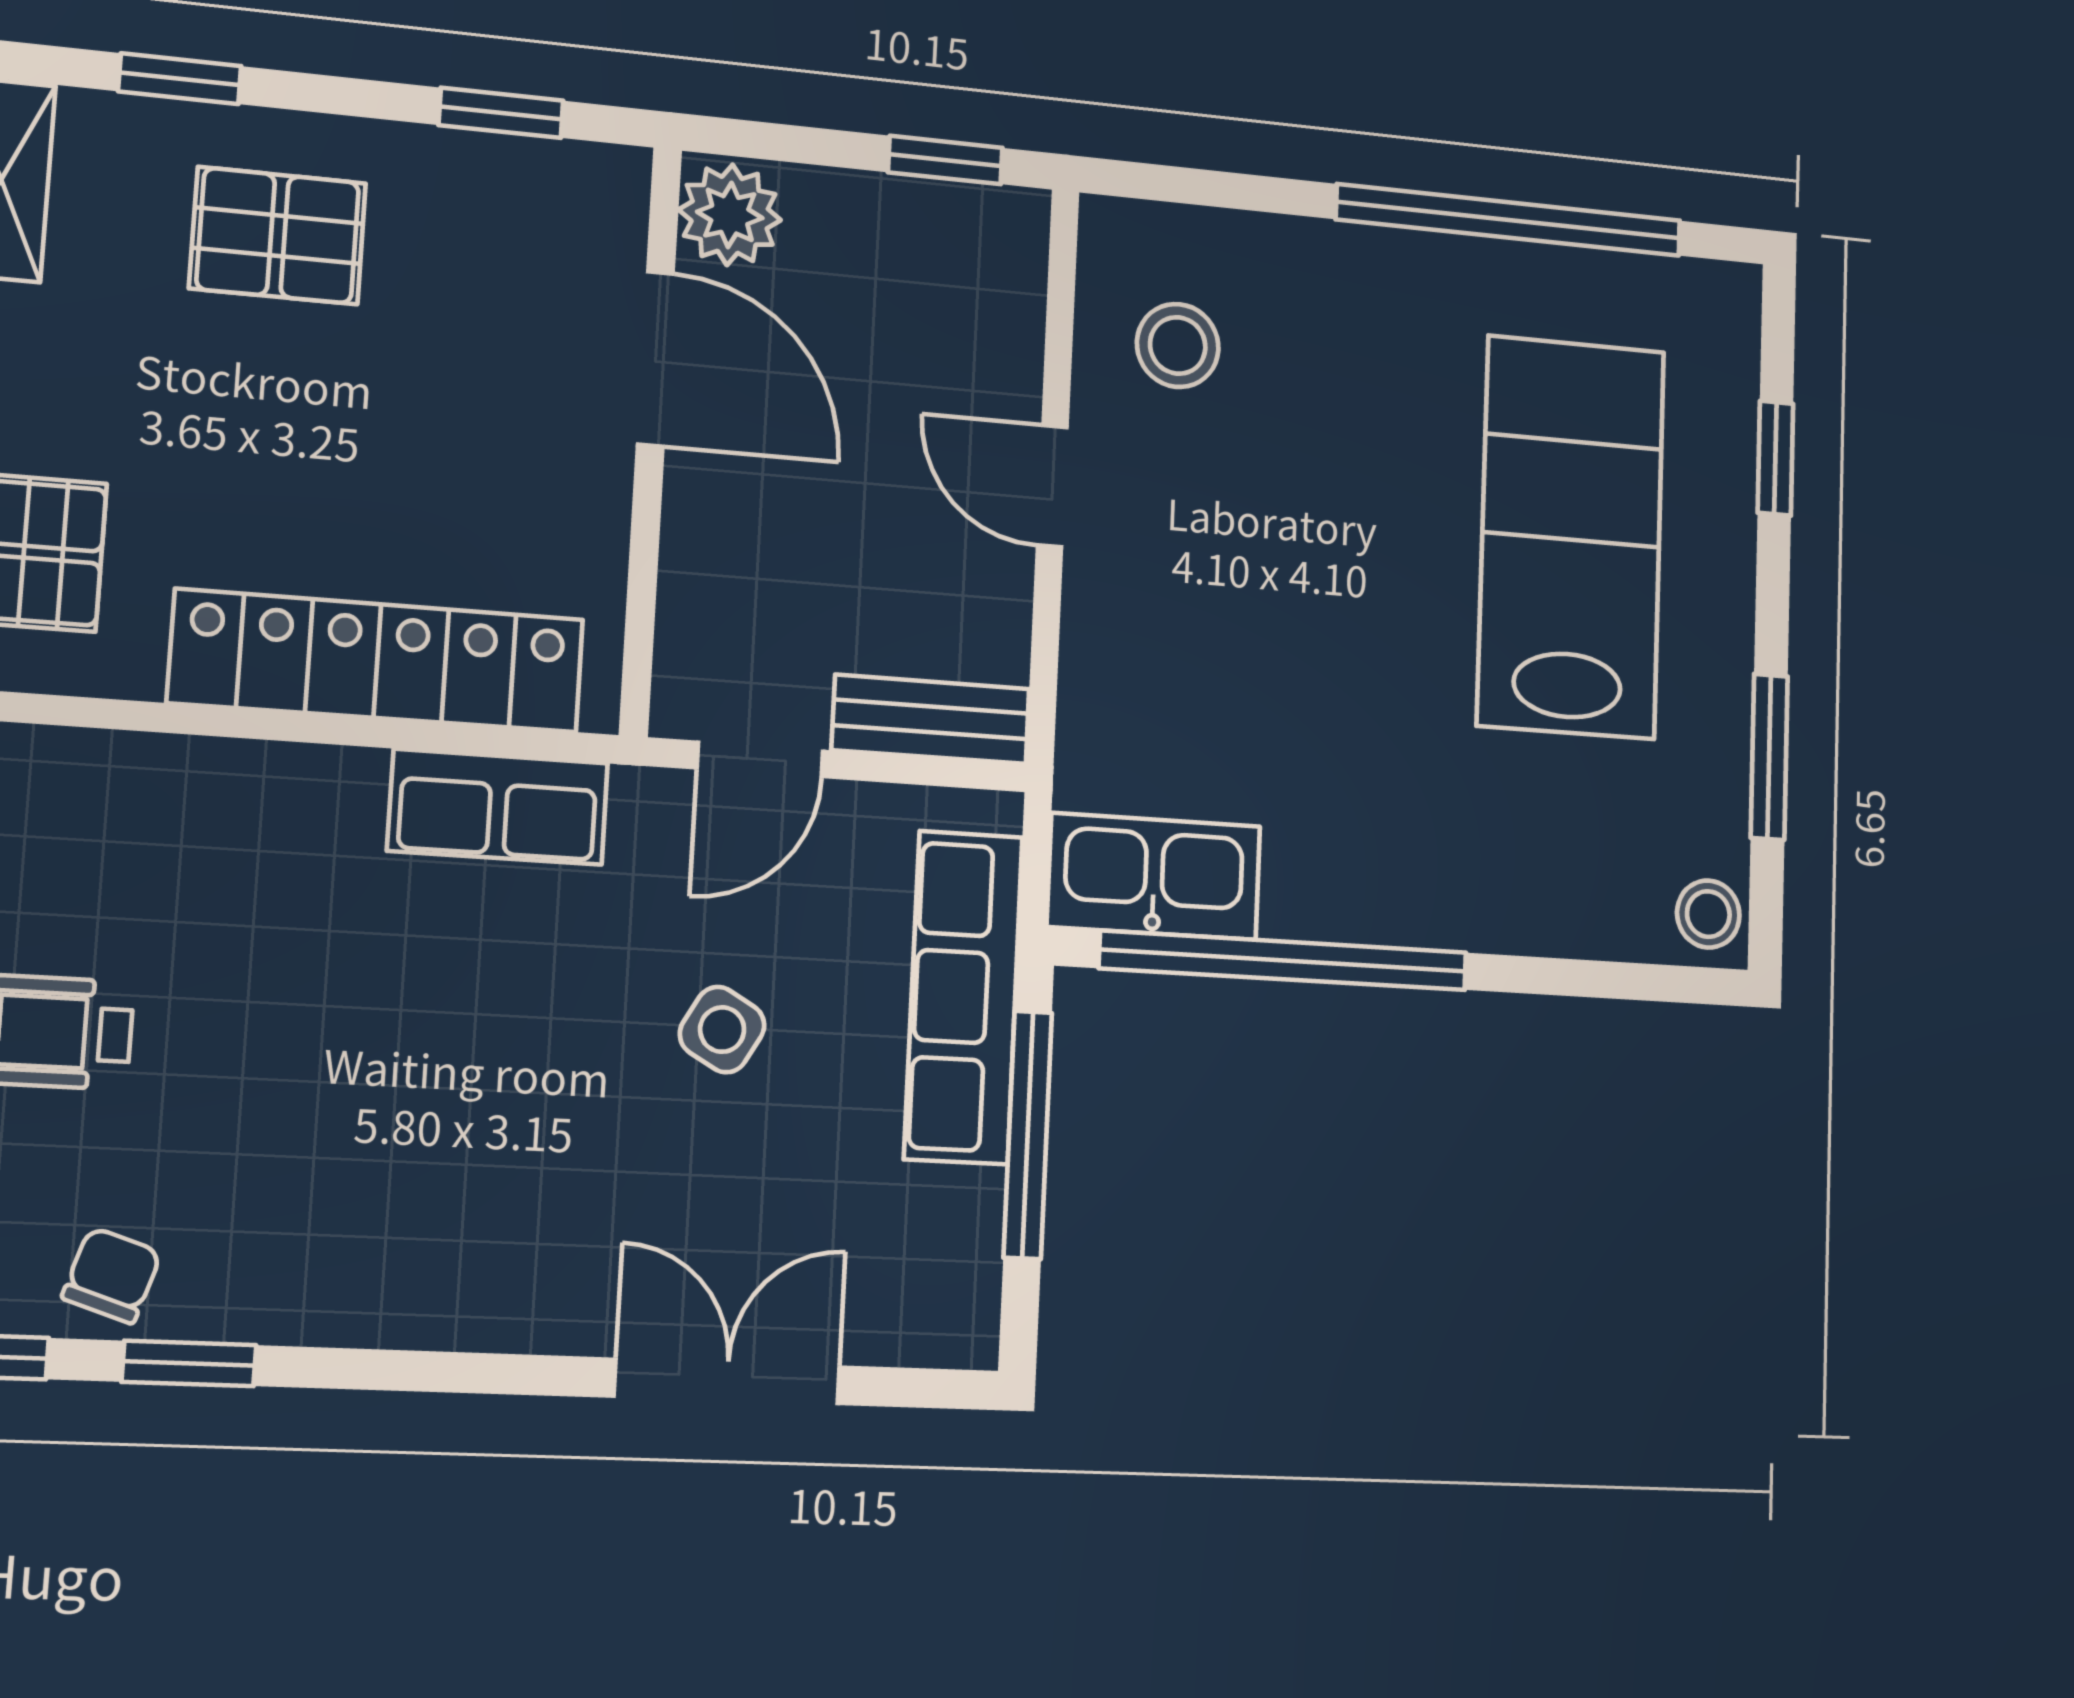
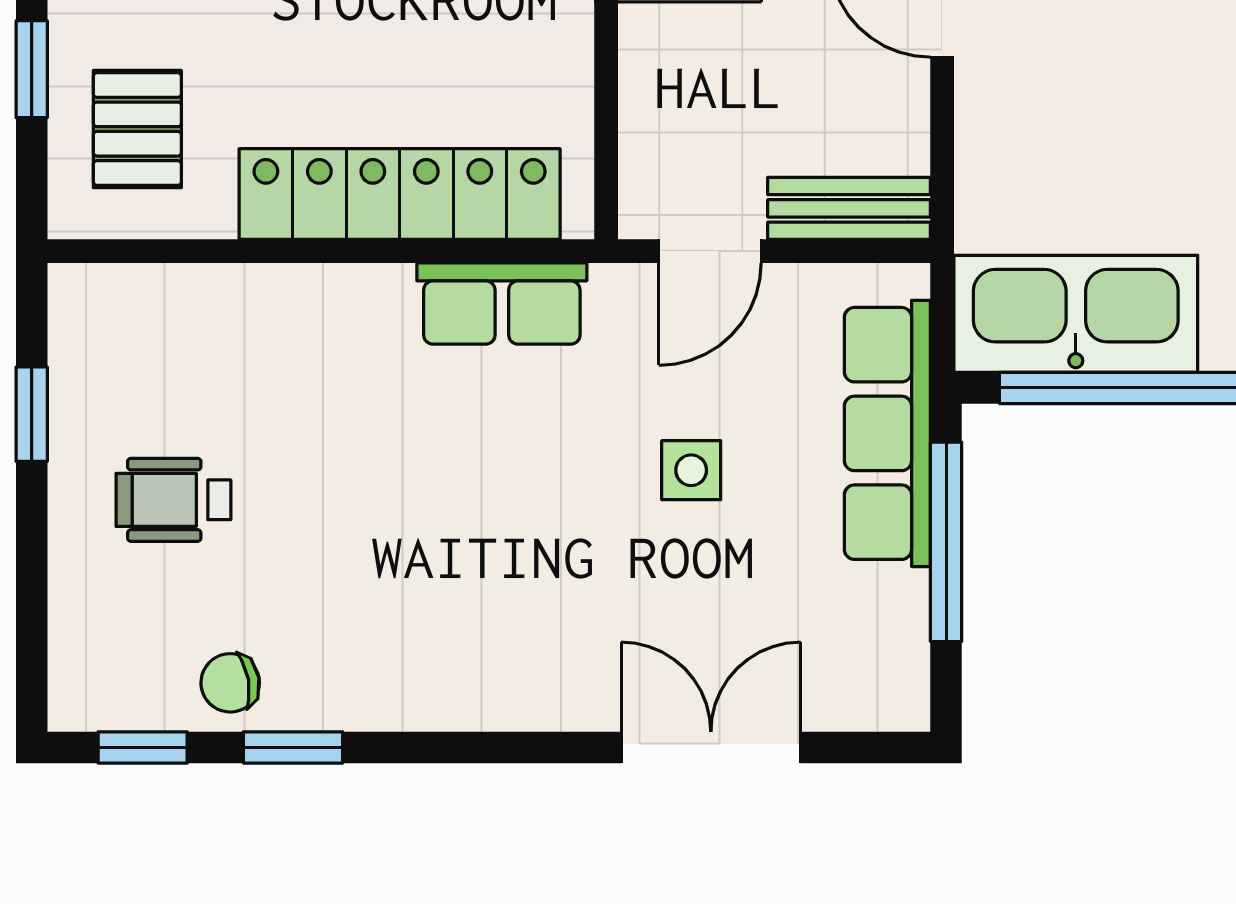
kitchen sink: (1154, 876) -> (1076, 314), width x1.36, depth x1.24
side table: (722, 1030) -> (691, 470), turned -30
chair: (112, 1275) -> (230, 683), turned -118

